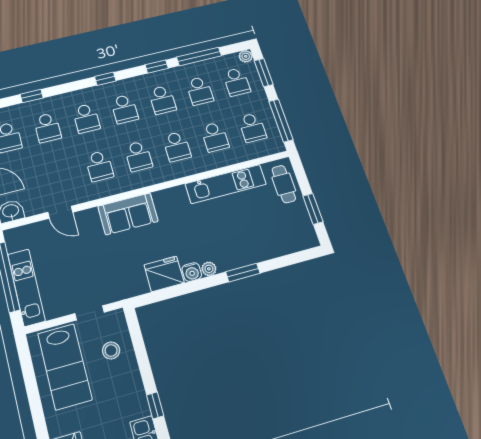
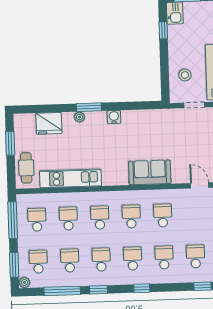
plant: (209, 269) -> (79, 117), moved
window: (243, 273) -> (89, 107), moved
fridge: (164, 274) -> (49, 123), moved

